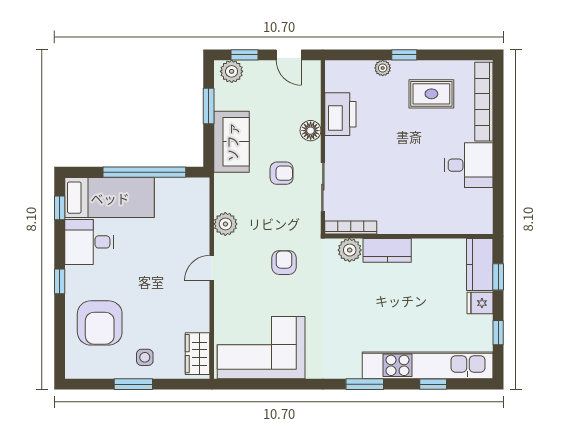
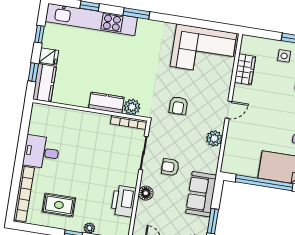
wardrobe: (197, 354) -> (245, 69), moved

